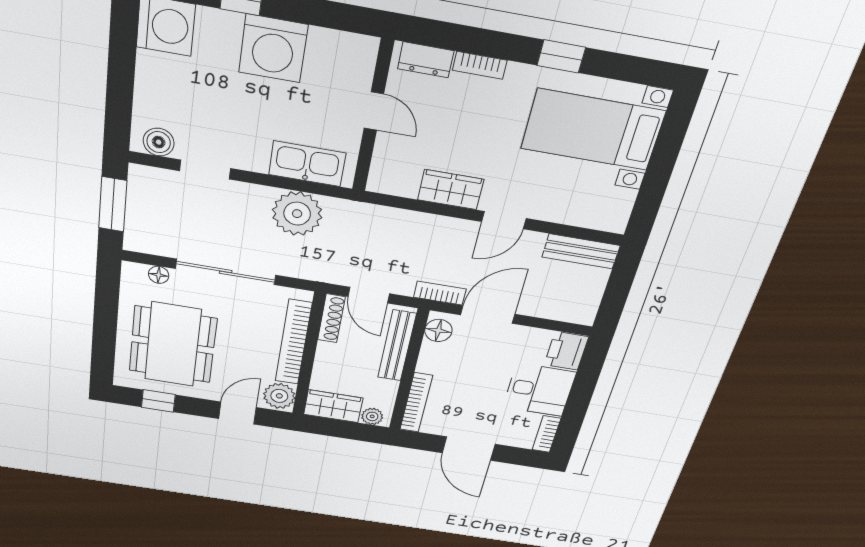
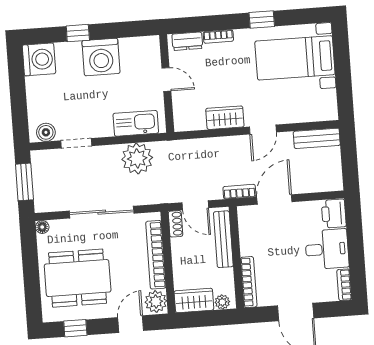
floor lamp: (159, 275) -> (42, 227), moved
shoe rack: (331, 318) -> (175, 224), width x0.70
floor lamp: (438, 330) -> (247, 220), removed
dining table: (173, 345) -> (78, 278), turned 90

